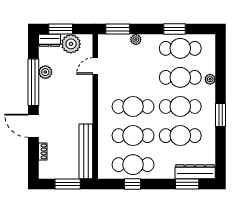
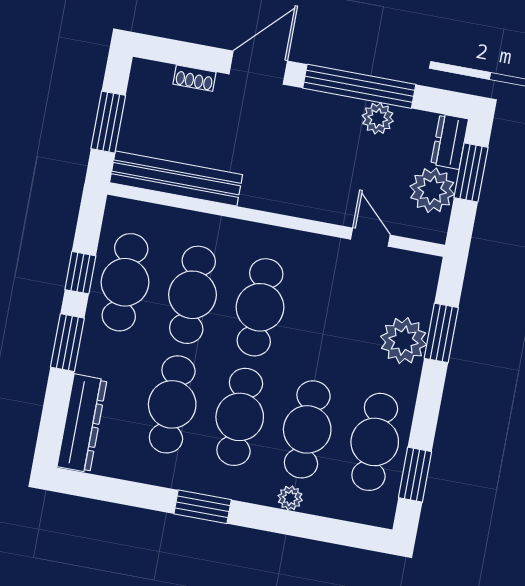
window: (118, 29) -> (441, 333), moved
window: (174, 29) -> (415, 475), moved
plant: (136, 40) -> (404, 341), width x1.88, depth x1.88
window: (187, 184) -> (67, 343), moved

